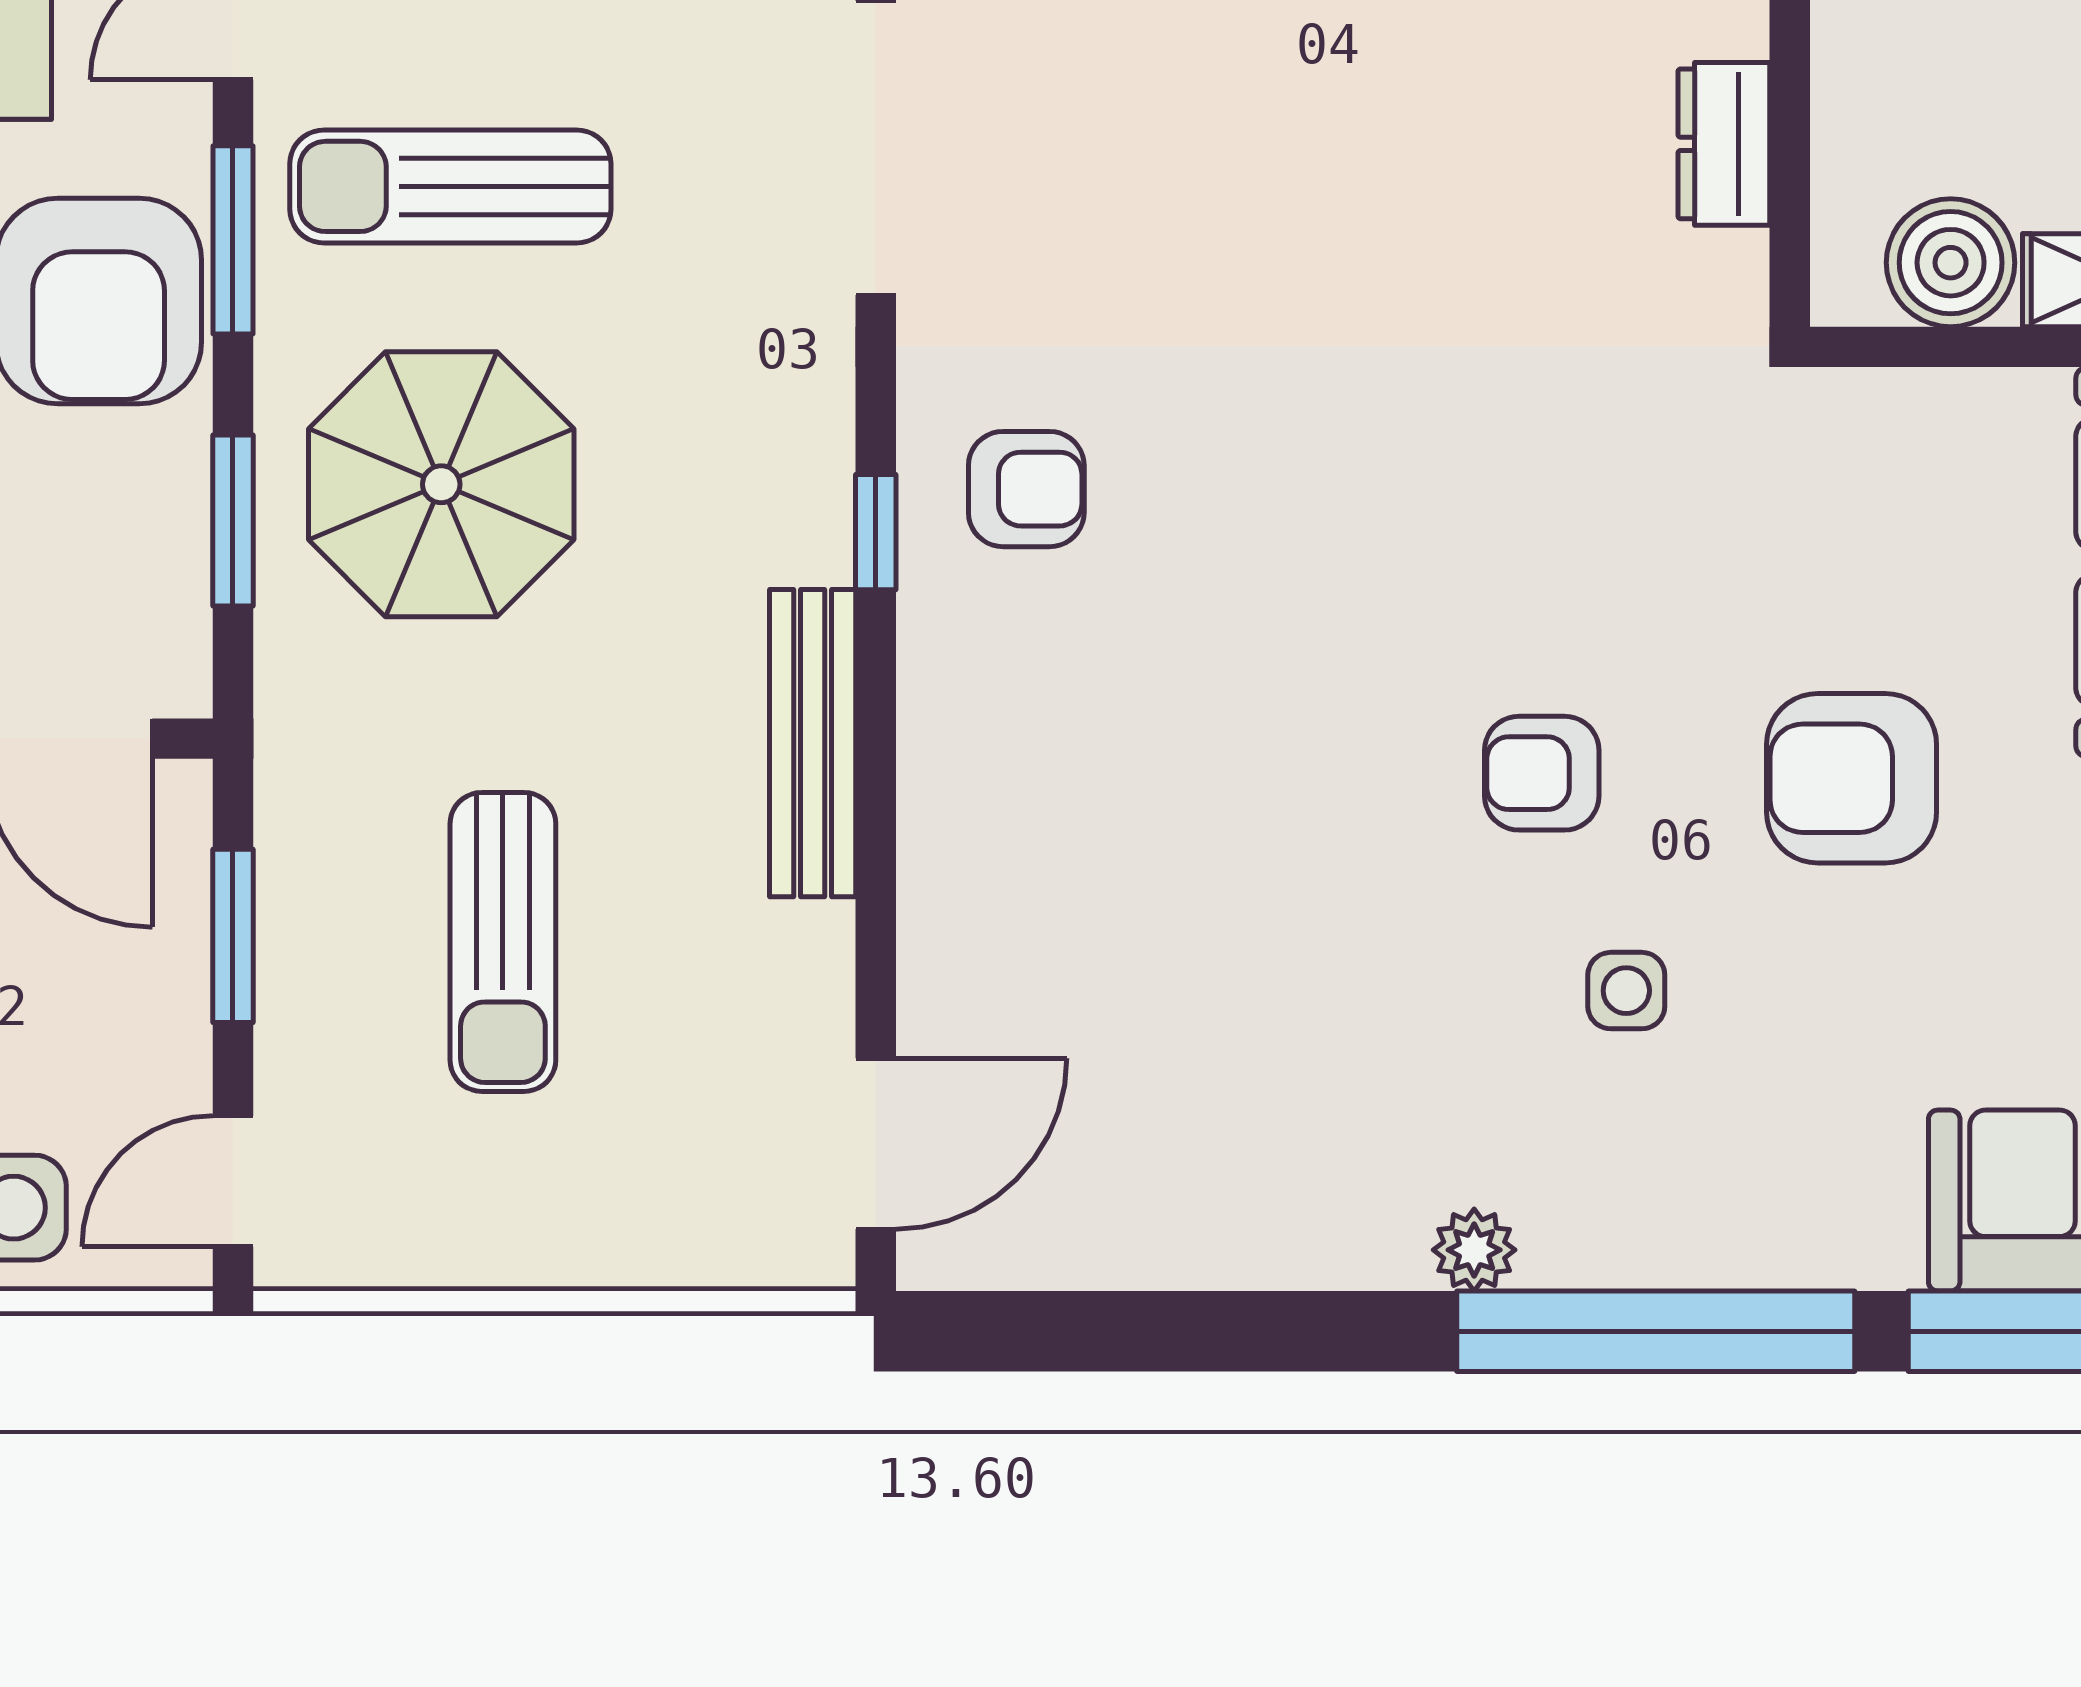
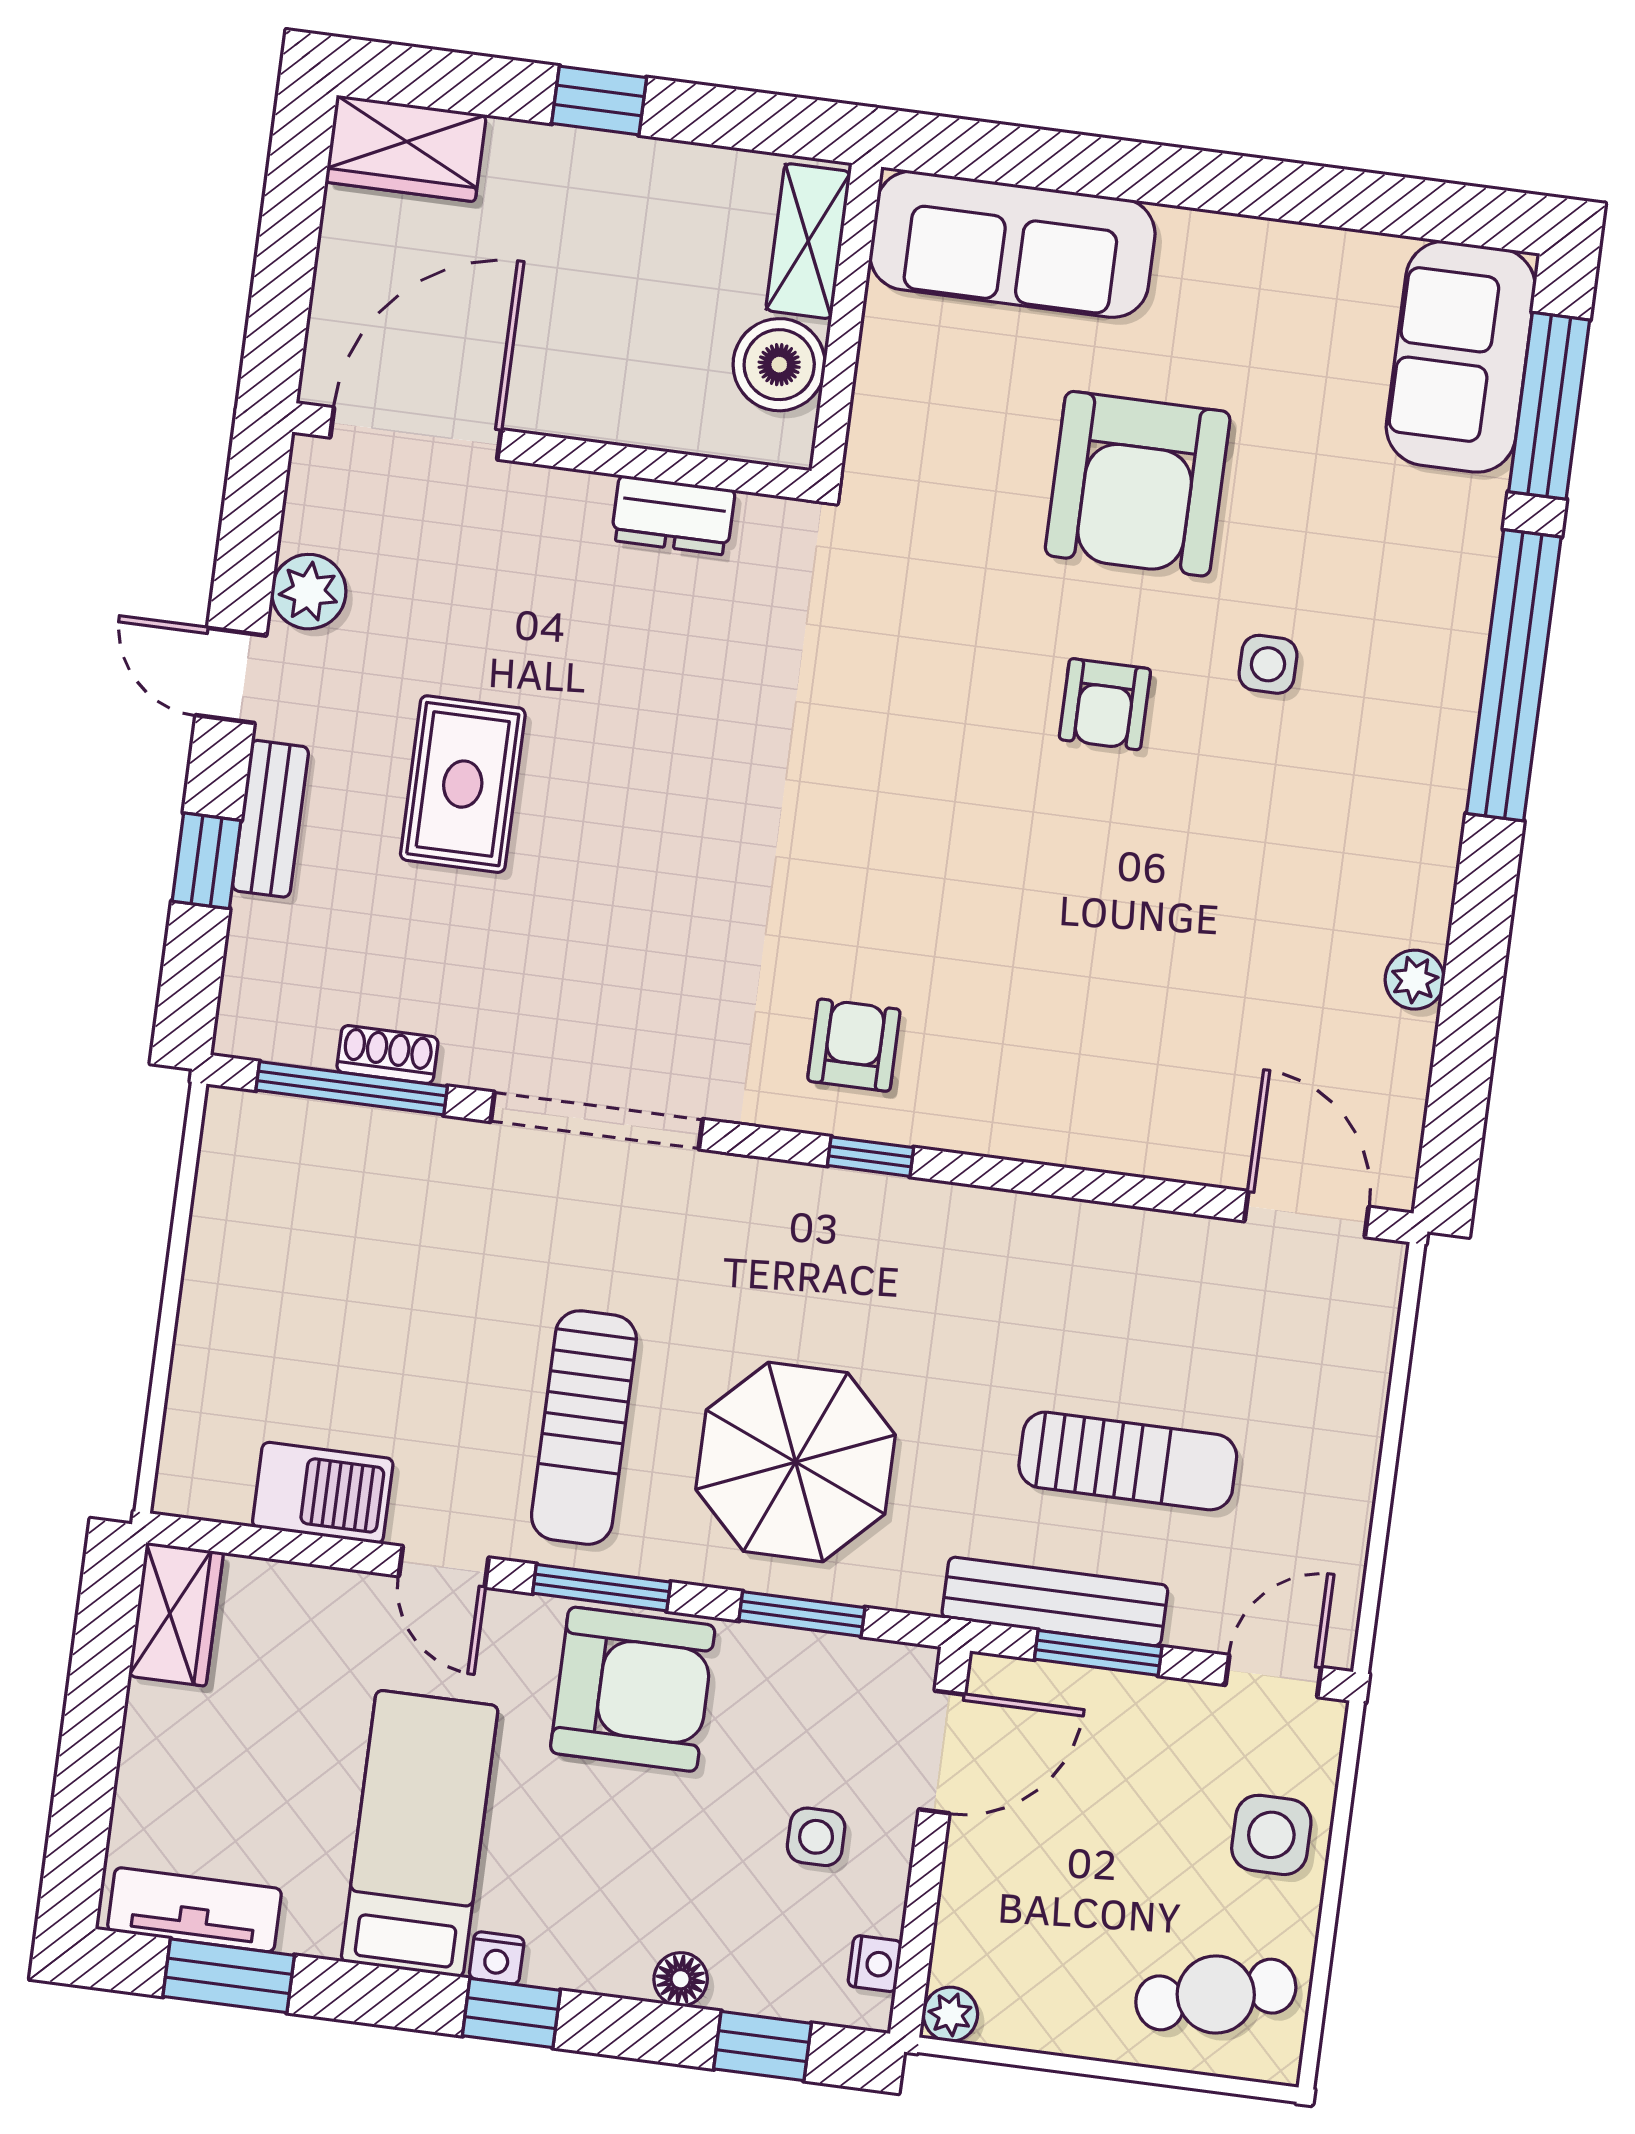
bench: (813, 743) -> (1055, 1601), moved
armchair: (1852, 778) -> (1138, 484), width x1.36, depth x1.36
door: (233, 1181) -> (1273, 1676), swing flipped
plant: (1474, 1250) -> (1415, 980), moved

